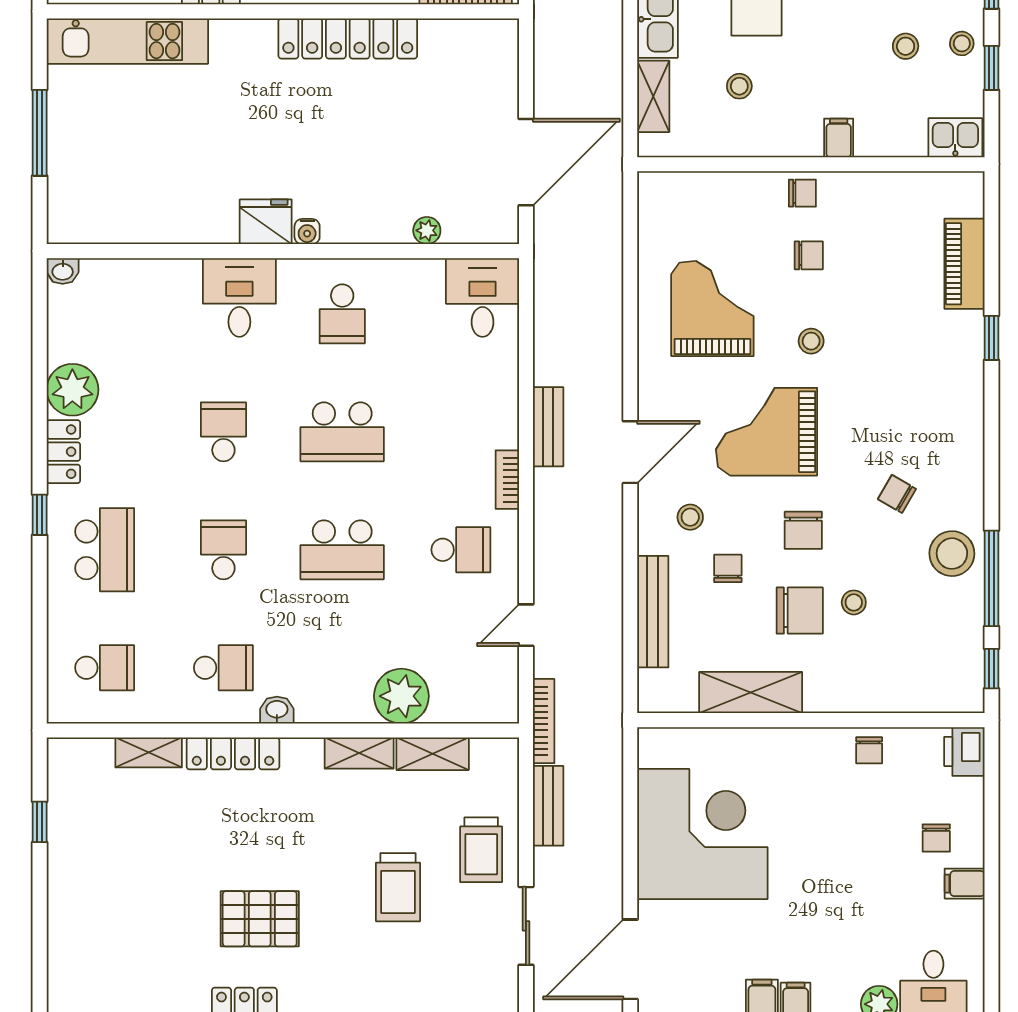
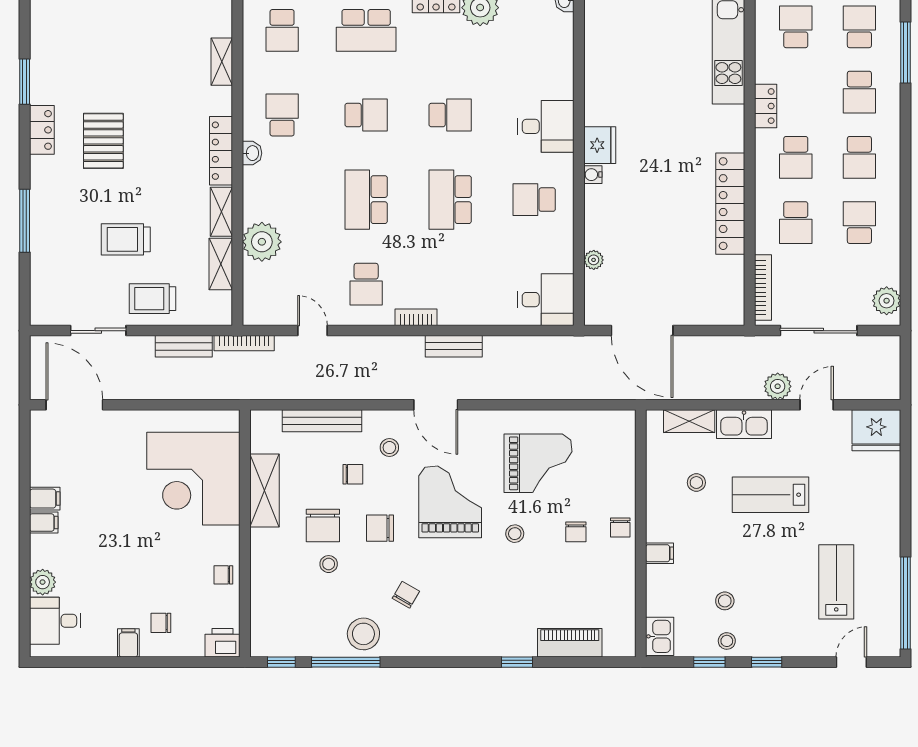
school desk: (223, 668) -> (282, 115), turned 180
locker: (233, 753) -> (221, 151), moved
corner desk: (702, 834) -> (193, 479), moved, turned 90

